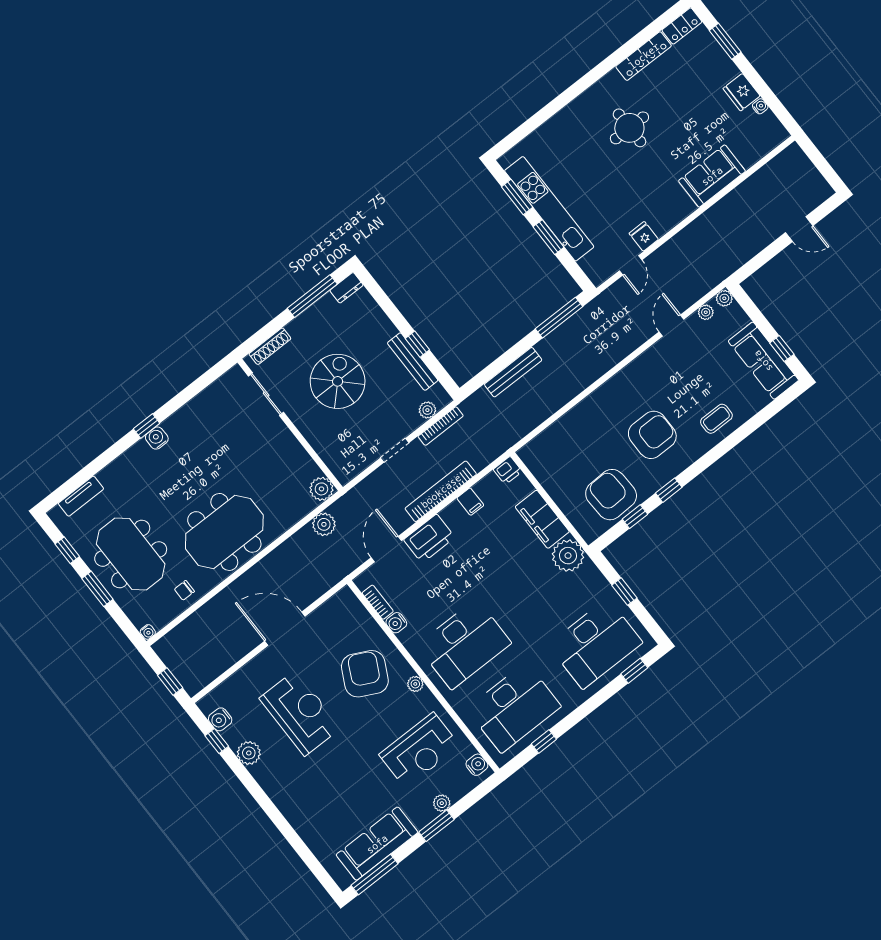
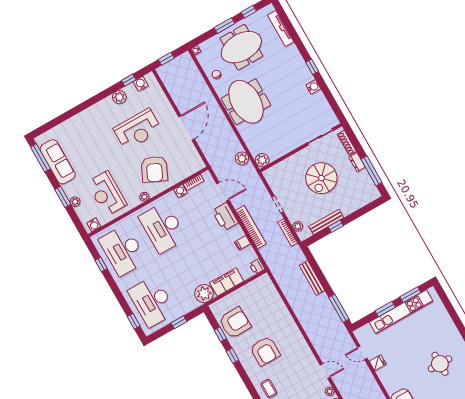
dresser: (346, 288) -> (357, 162), moved
spiral stairs: (338, 381) -> (321, 178), turned 90
water cooler: (157, 438) -> (313, 87), moved
tv unit: (81, 496) -> (281, 29), width x1.41
armchair: (365, 674) -> (154, 169), turned 88

